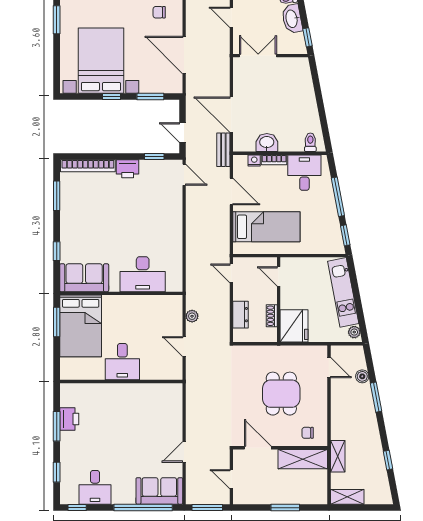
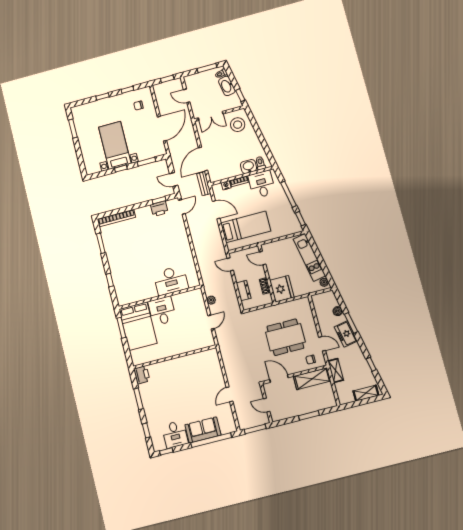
door: (184, 55) -> (162, 129), swing flipped
double door: (258, 56) -> (211, 116), swing flipped
bed with nightstands: (101, 61) -> (115, 145), width x0.73
stool: (293, 79) -> (238, 125), added
door: (231, 115) -> (203, 159), hinge flipped
washbasin: (267, 143) -> (249, 167), moved
printer: (128, 169) -> (159, 209), moved
door: (184, 175) -> (182, 207), hinge flipped
sofa: (84, 278) -> (132, 293), removed
door: (184, 347) -> (211, 322), swing flipped
desk: (122, 362) -> (162, 311), moved, turned 180
door: (329, 368) -> (322, 344), moved
dining table: (281, 394) -> (285, 337), width x1.38
freezer: (365, 410) -> (346, 334), added
printer: (69, 419) -> (142, 375), moved
sofa: (159, 491) -> (203, 430), moved
shelving: (347, 497) -> (366, 393), moved

